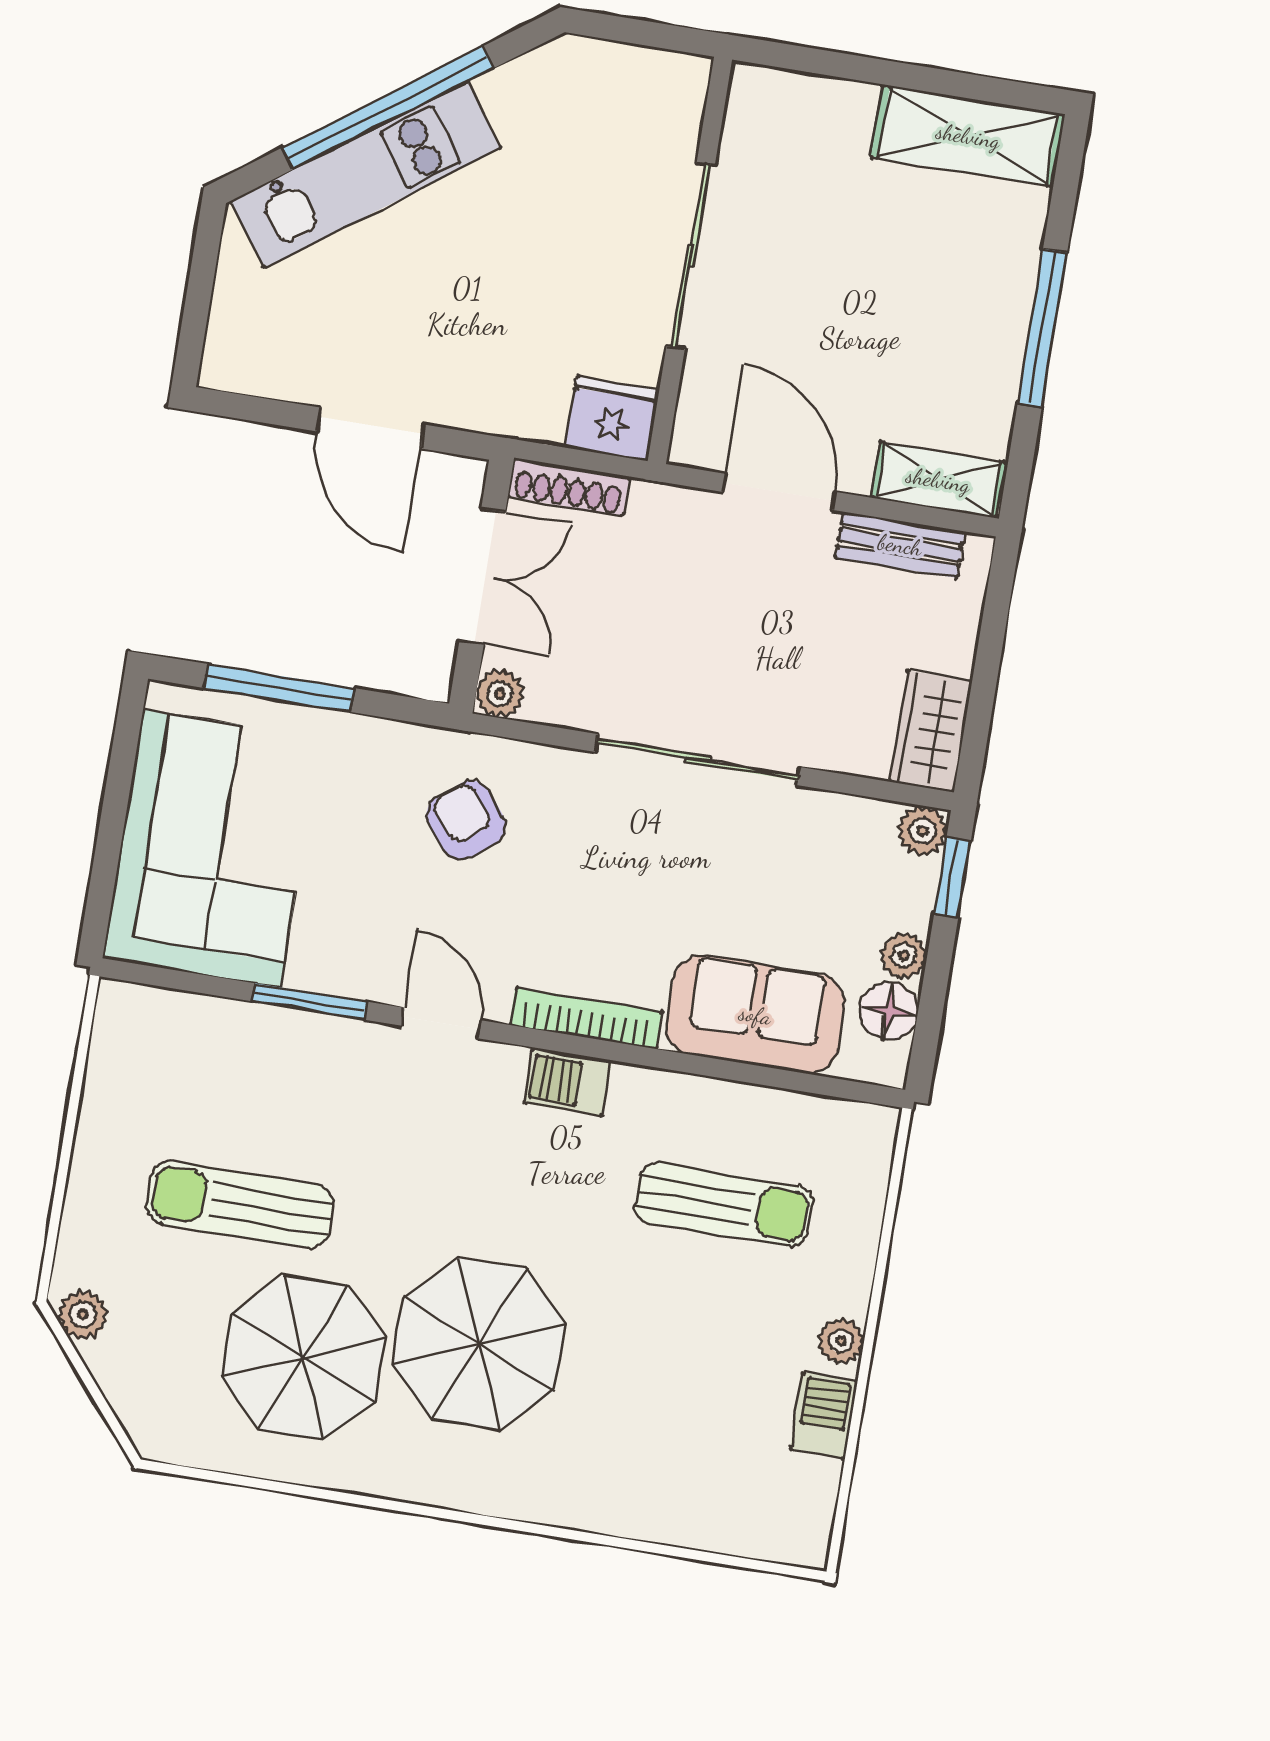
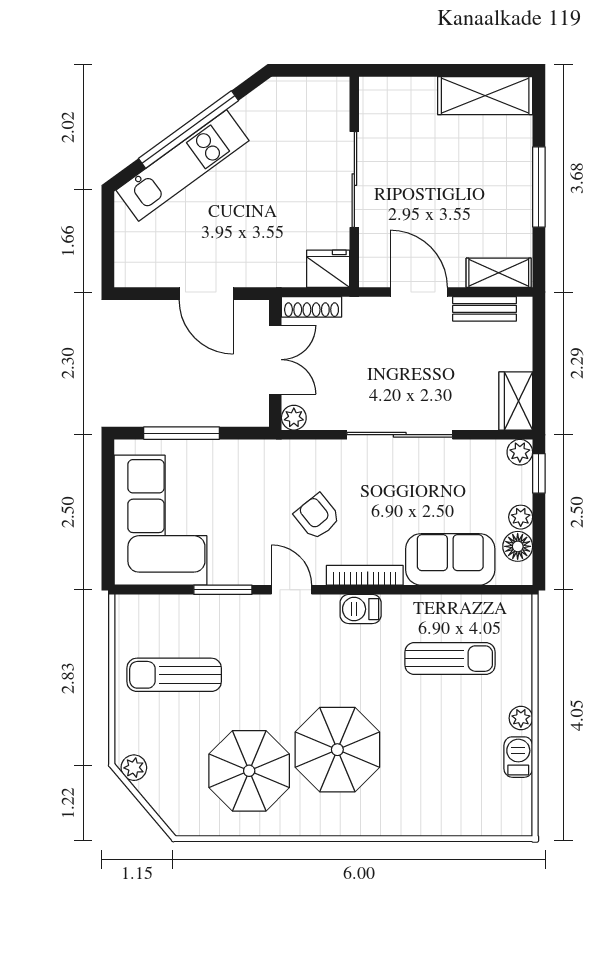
armchair: (466, 820) -> (317, 517), moved
sun lounger: (240, 1204) -> (174, 675), moved

